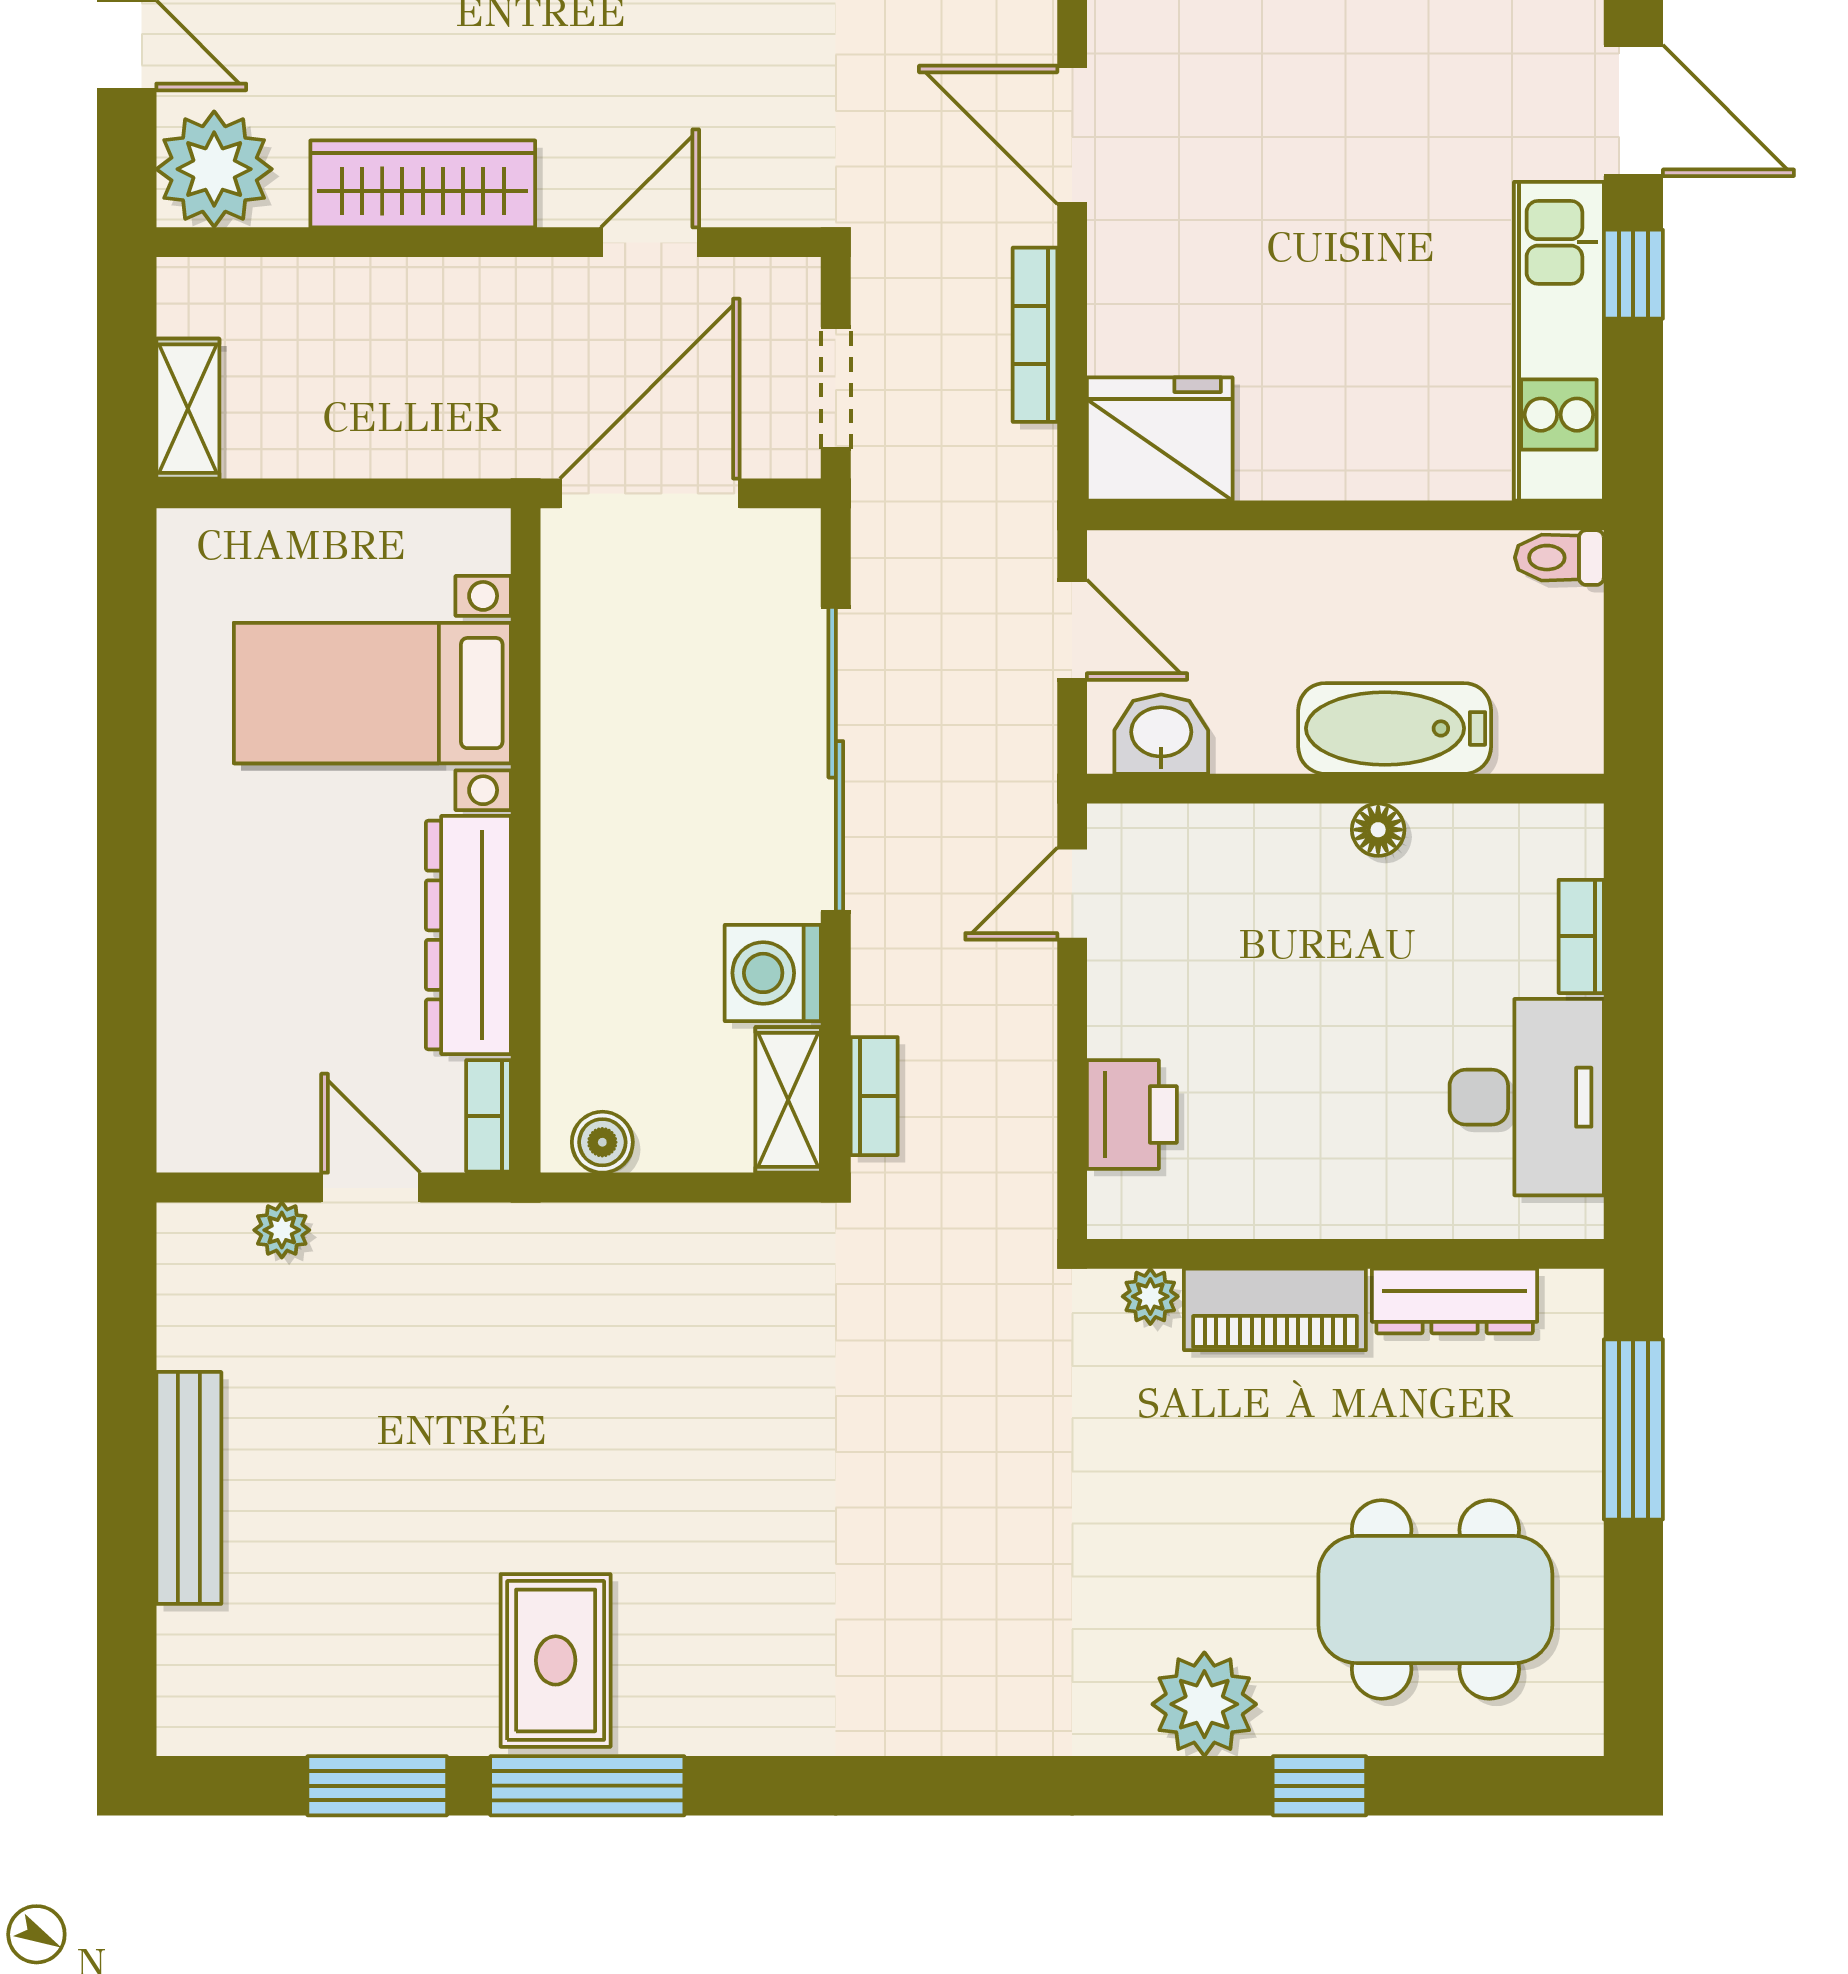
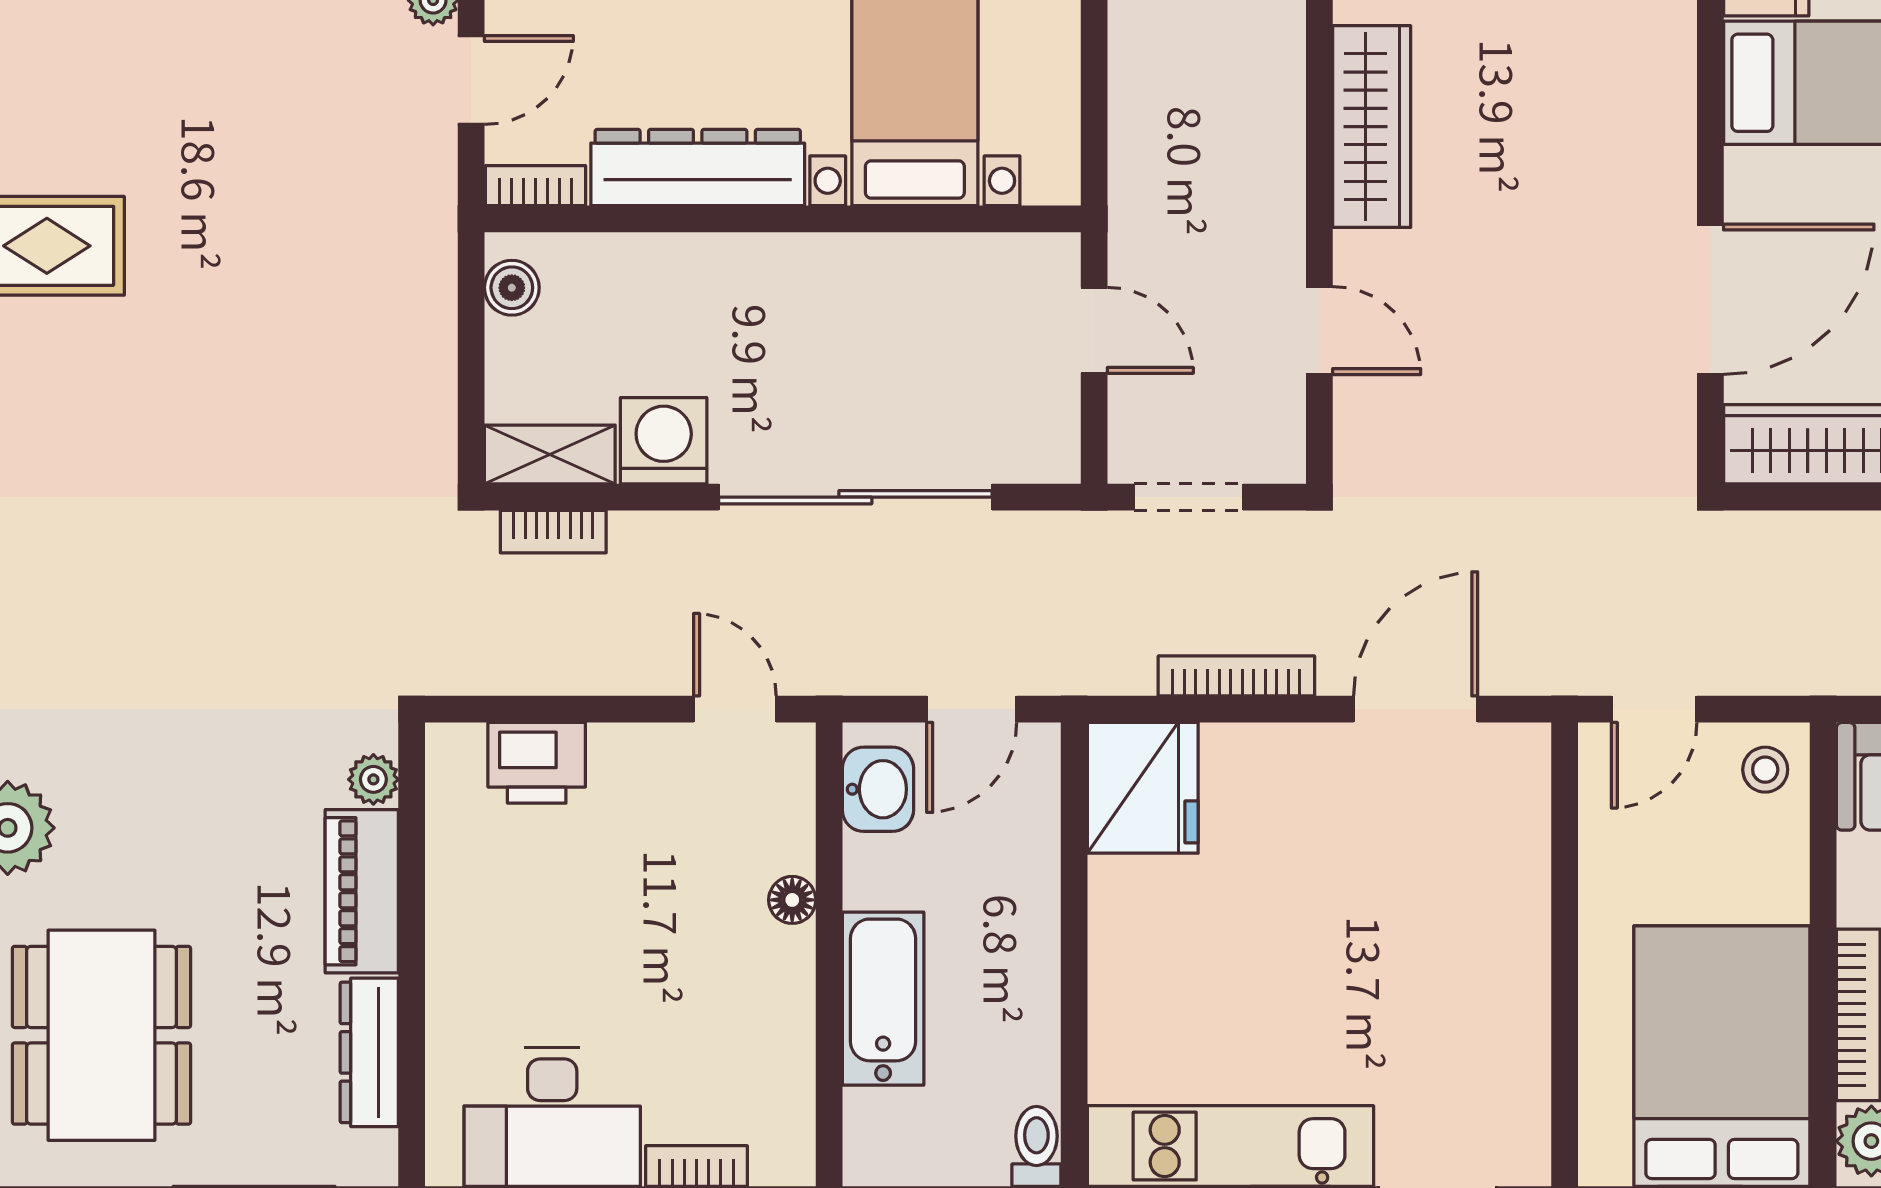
door: (650, 493) -> (1094, 330), width x0.53
floor lamp: (1378, 830) -> (792, 900), moved

